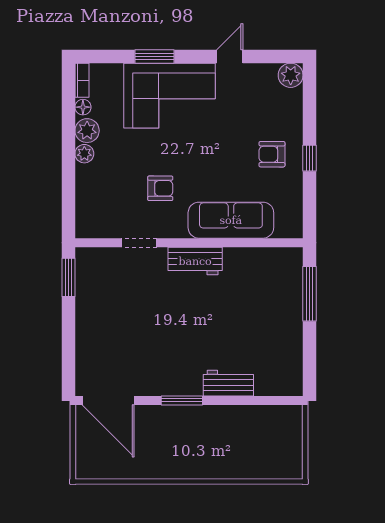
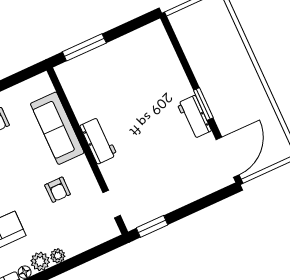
armchair: (160, 188) -> (58, 190), turned 180
doorway: (139, 243) -> (112, 204), moved
workbench: (228, 383) -> (194, 117), moved

